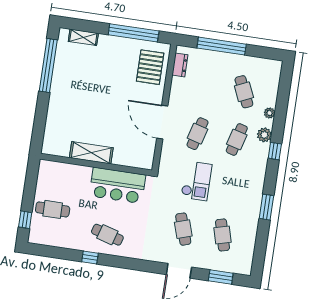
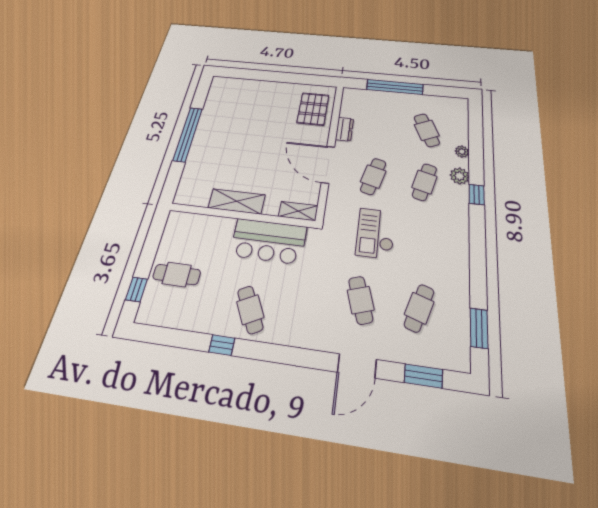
window: (134, 33) -> (295, 78), removed
shelving: (83, 37) -> (298, 211), moved
dresser: (180, 65) -> (344, 129), moved
window: (48, 66) -> (188, 134), moved
checkout: (196, 181) -> (376, 233), turned 180
window: (266, 207) -> (479, 328), moved
cafe table: (107, 235) -> (250, 310), turned 47
cafe table: (223, 235) -> (419, 308), turned 33

